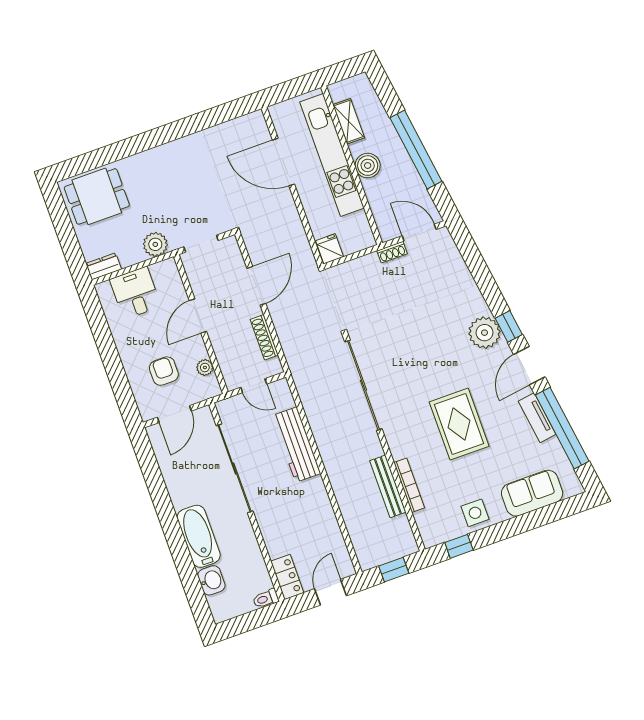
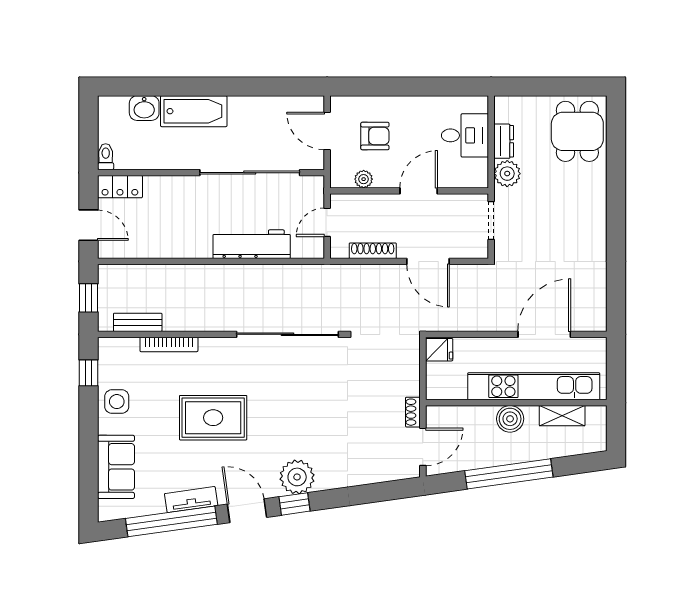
dresser: (104, 266) -> (504, 141), moved
door: (198, 316) -> (419, 191), hinge flipped
bench: (388, 486) -> (138, 322), moved, width x0.73

